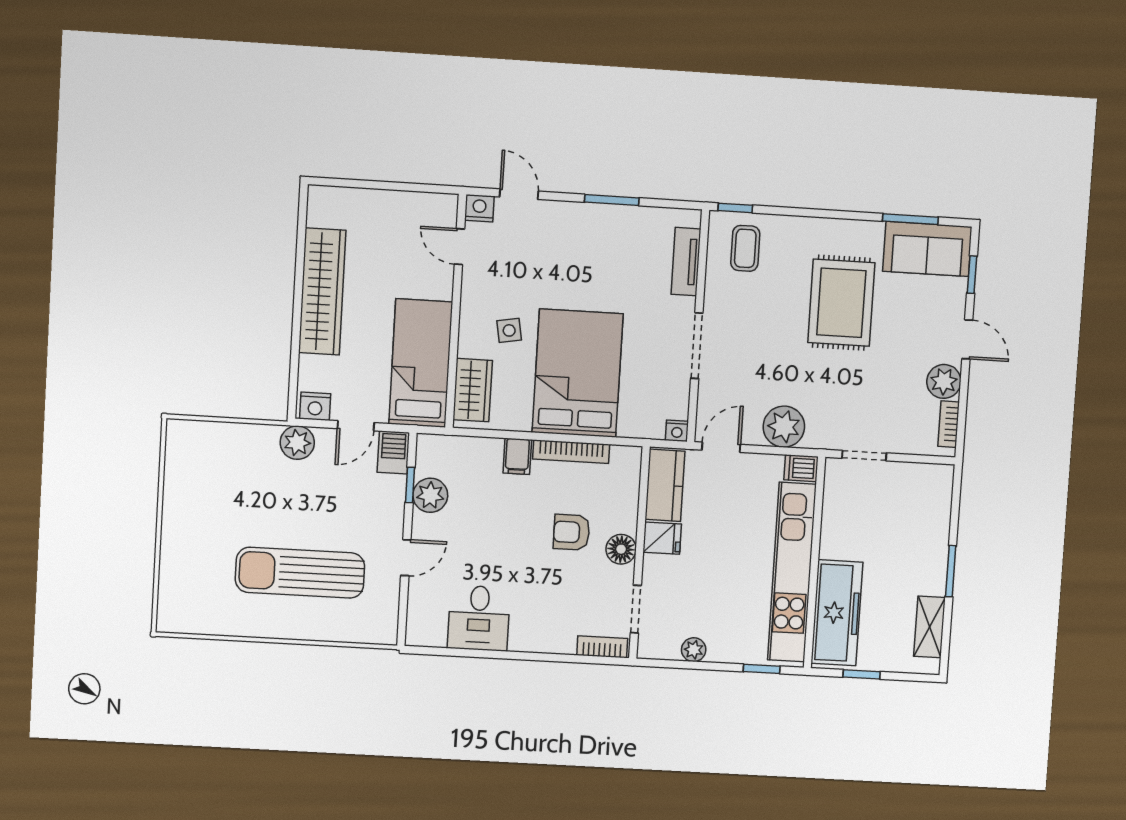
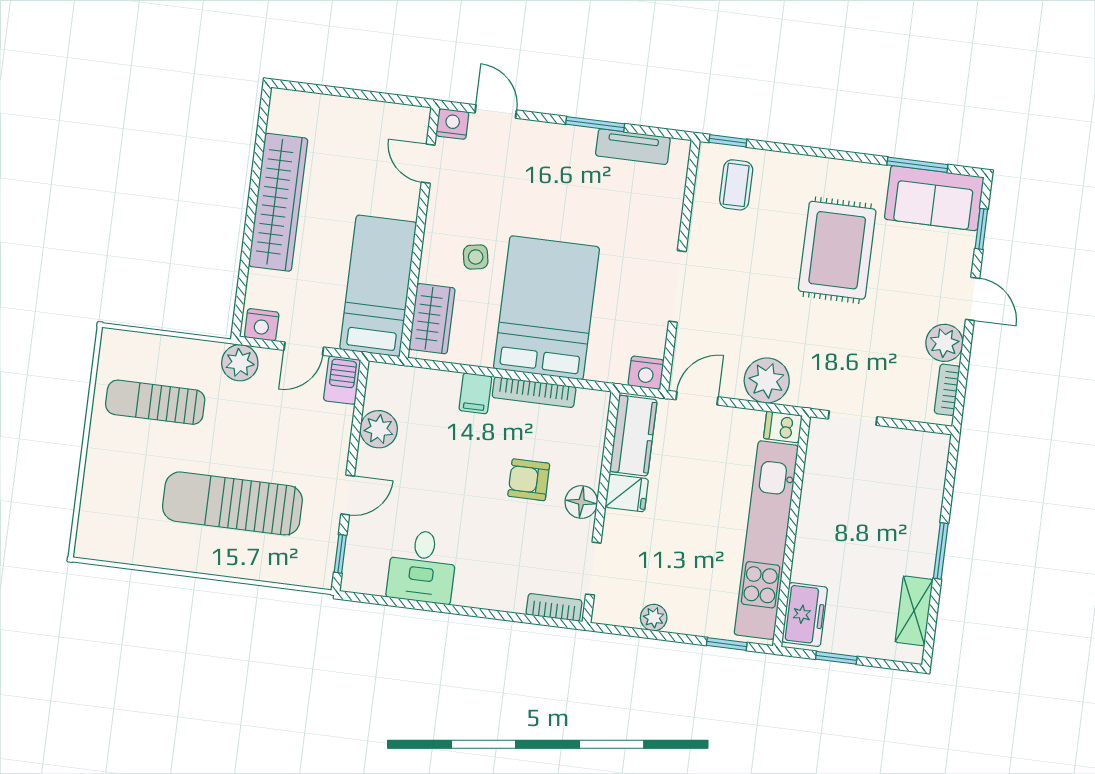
tv unit: (686, 262) -> (633, 147), moved, turned -90
nightstand: (677, 431) -> (646, 373), width x1.39, depth x1.35
sun lounger: (221, 484) -> (155, 402), added
window: (410, 485) -> (340, 554), moved
freezer: (837, 613) -> (805, 615), width x0.52, depth x0.79

